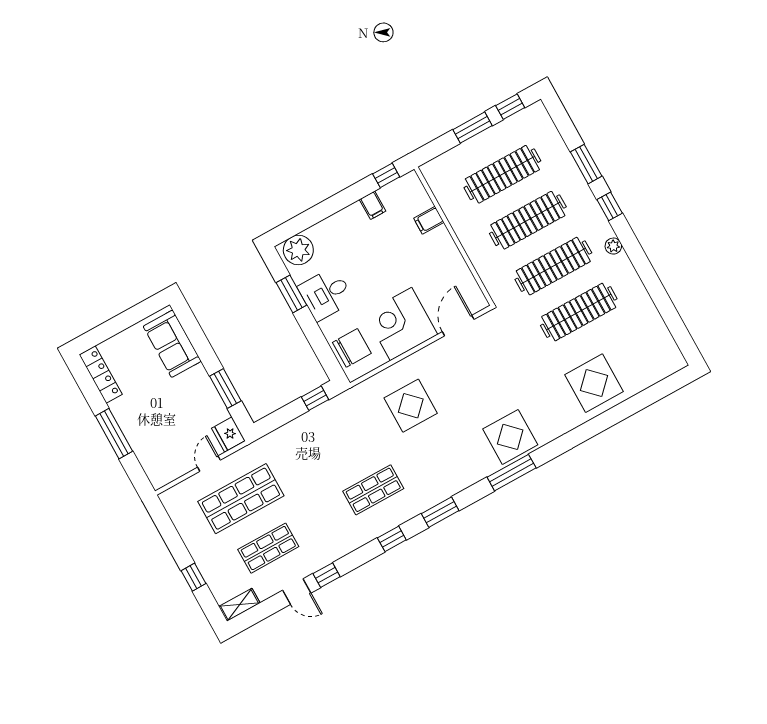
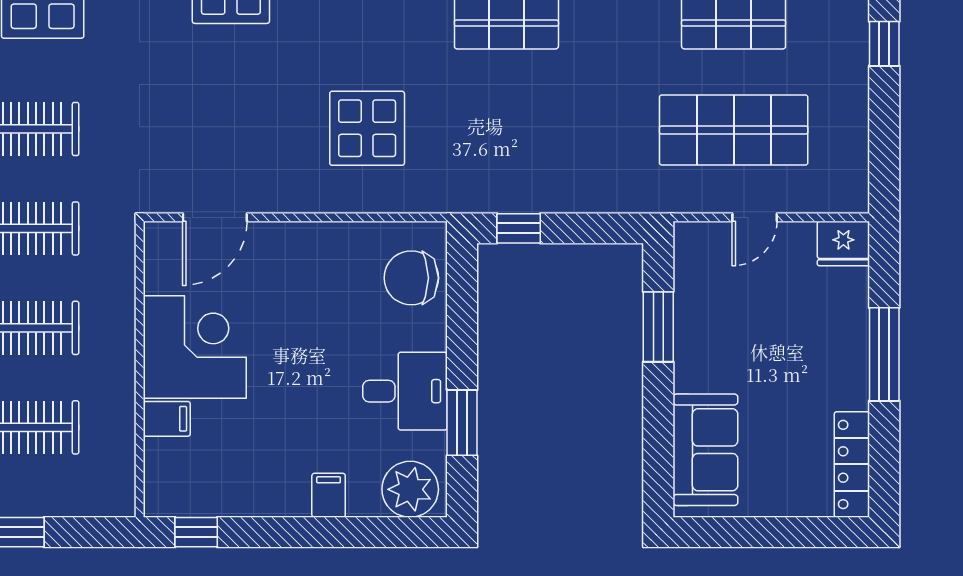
filing cabinet: (373, 205) -> (329, 495), moved
corner desk: (401, 324) -> (195, 347), moved, turned -90
fridge: (228, 434) -> (843, 243), moved, turned 90

